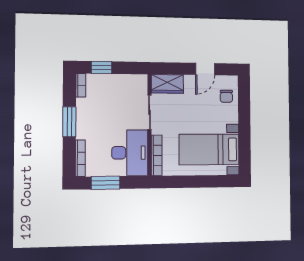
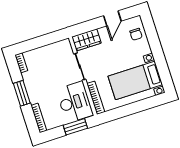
window: (102, 67) -> (32, 44), removed
window: (106, 183) -> (75, 127), moved

